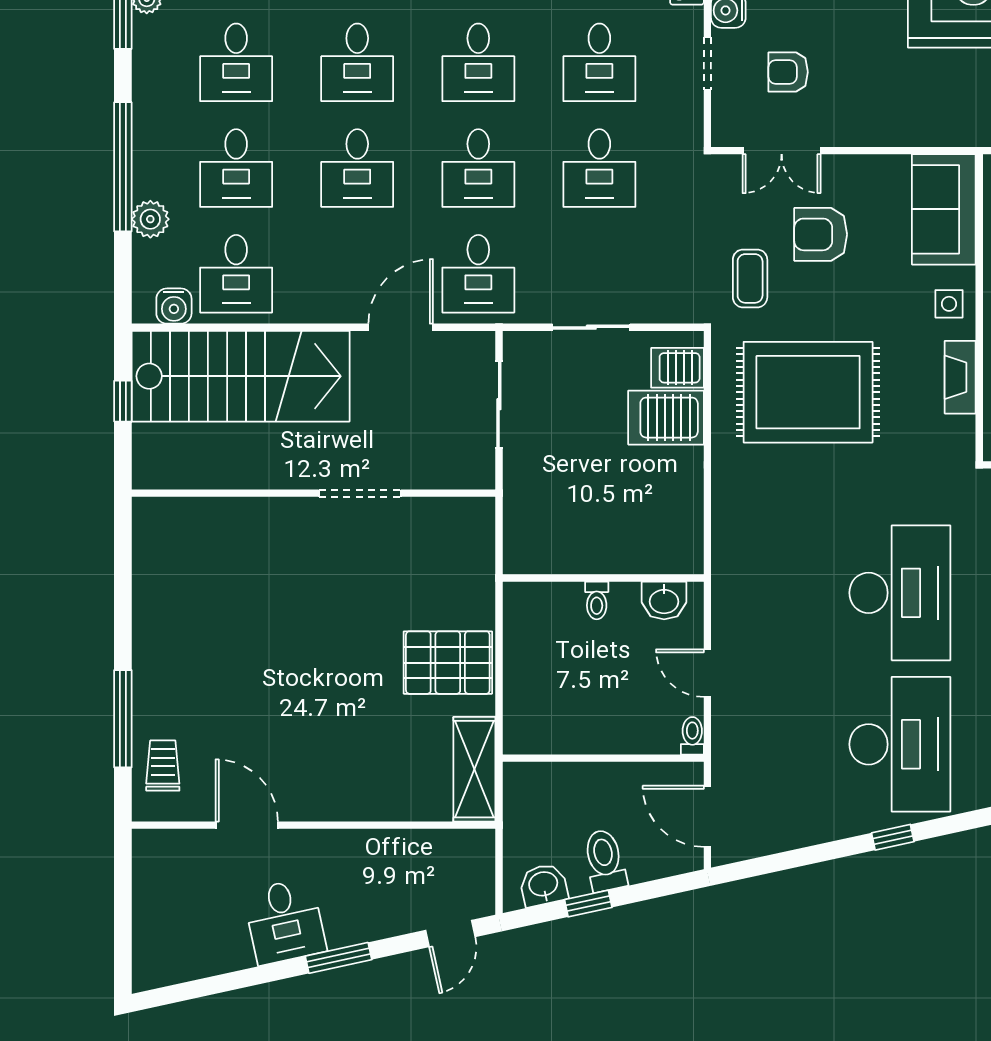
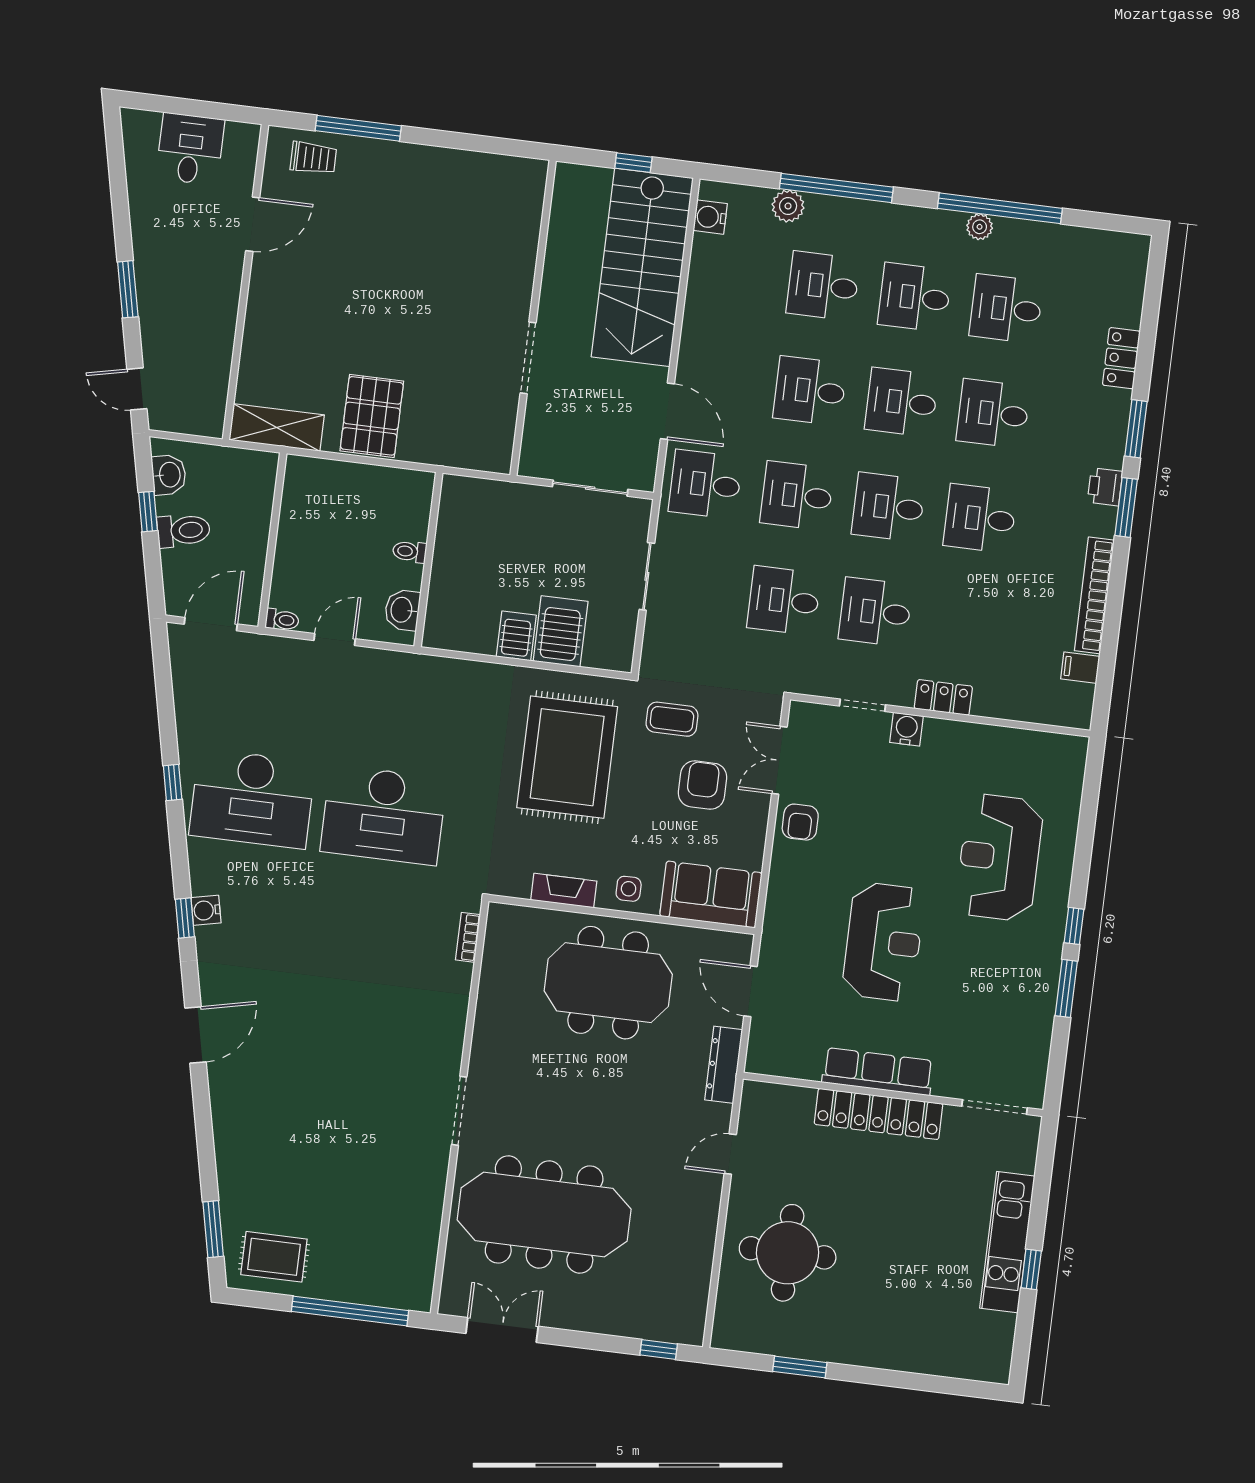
armchair: (788, 72) -> (800, 822), moved, turned 180
desk: (236, 274) -> (731, 274), removed
server rack: (677, 368) -> (516, 636), moved
desk: (285, 921) -> (190, 149), moved, turned 102

